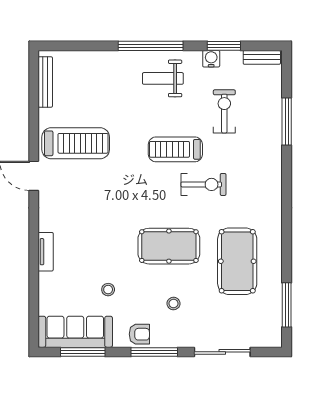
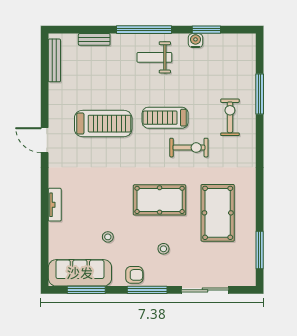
bench: (262, 57) -> (94, 39), moved
exercise bike: (224, 111) -> (230, 117), moved
treadmill: (76, 143) -> (103, 124), moved

